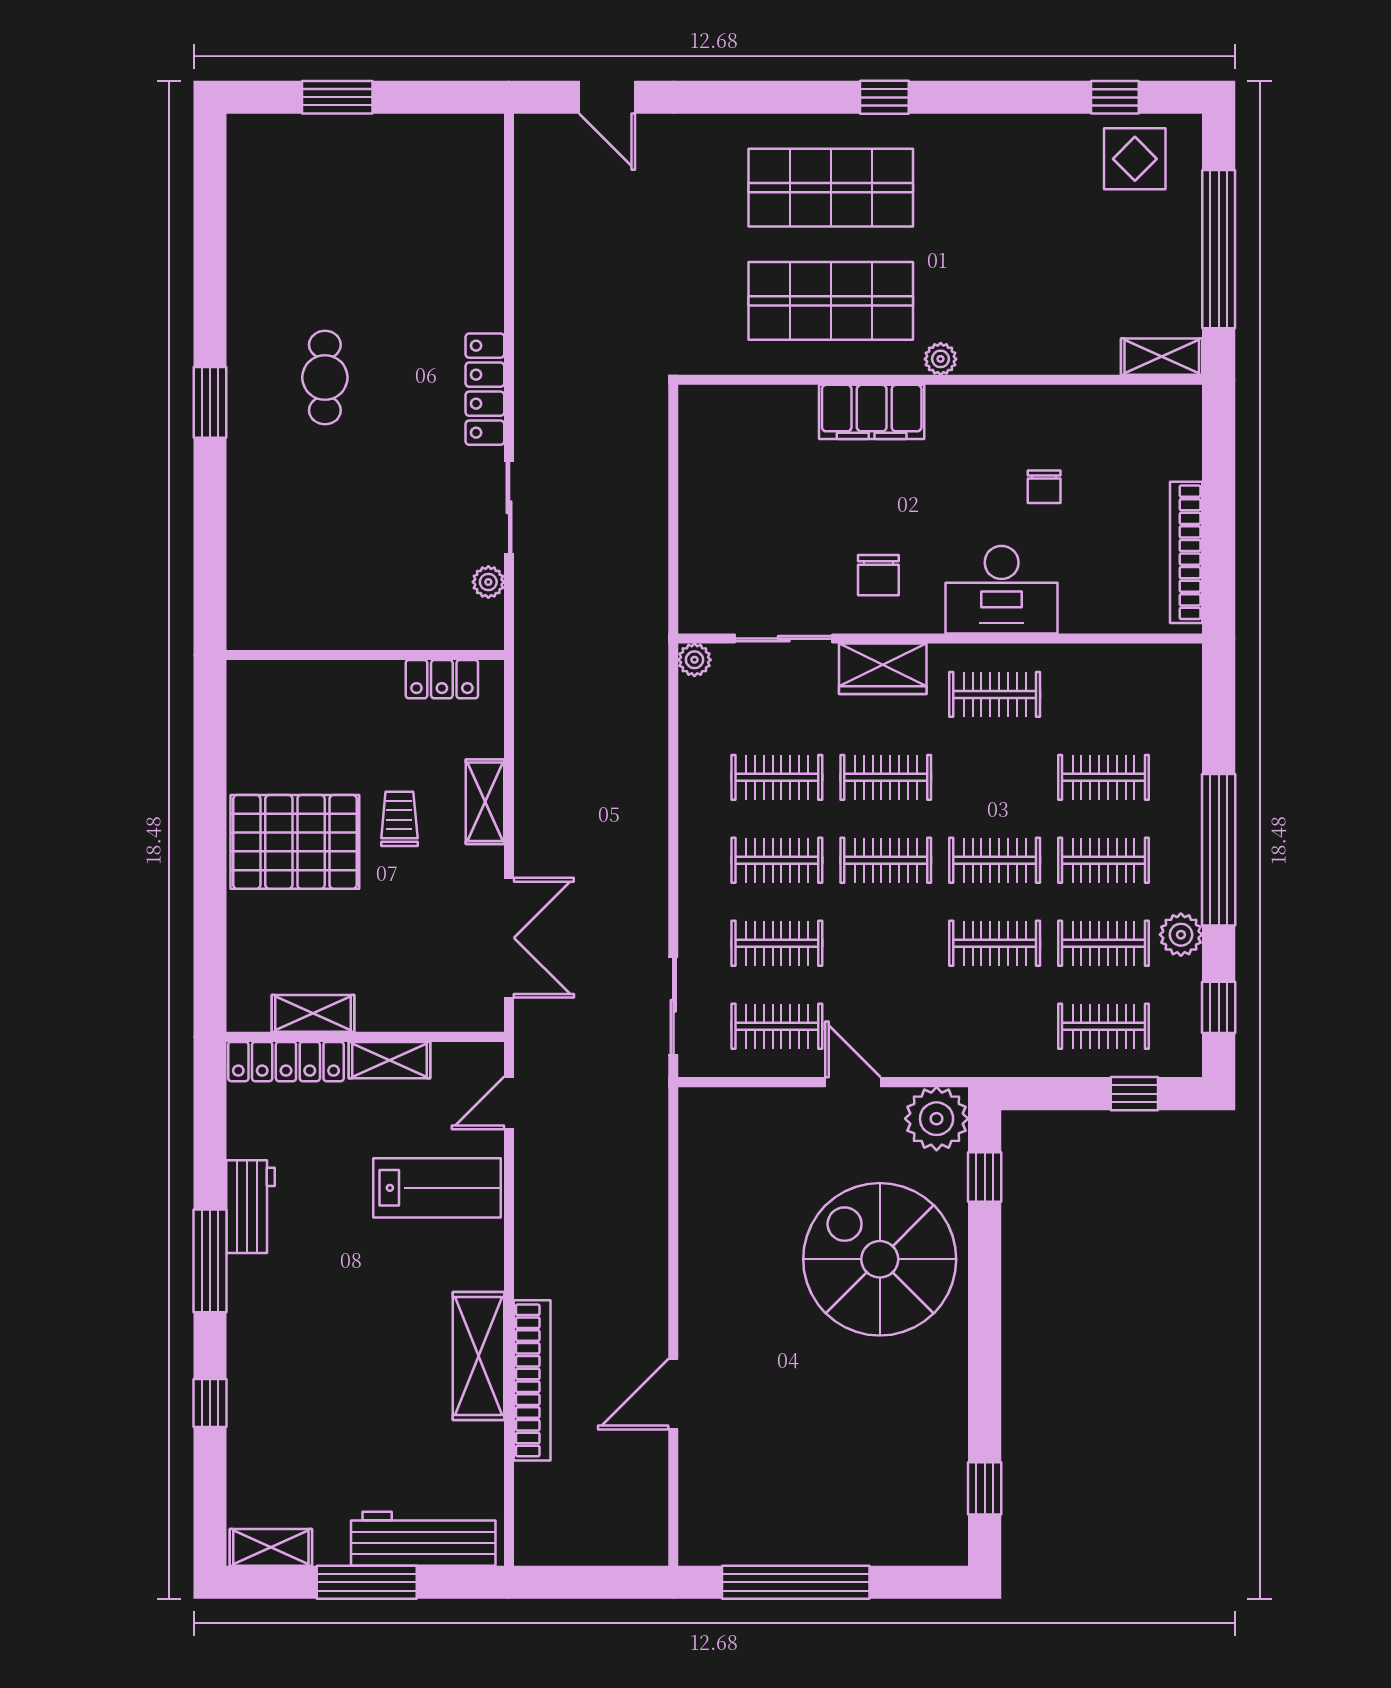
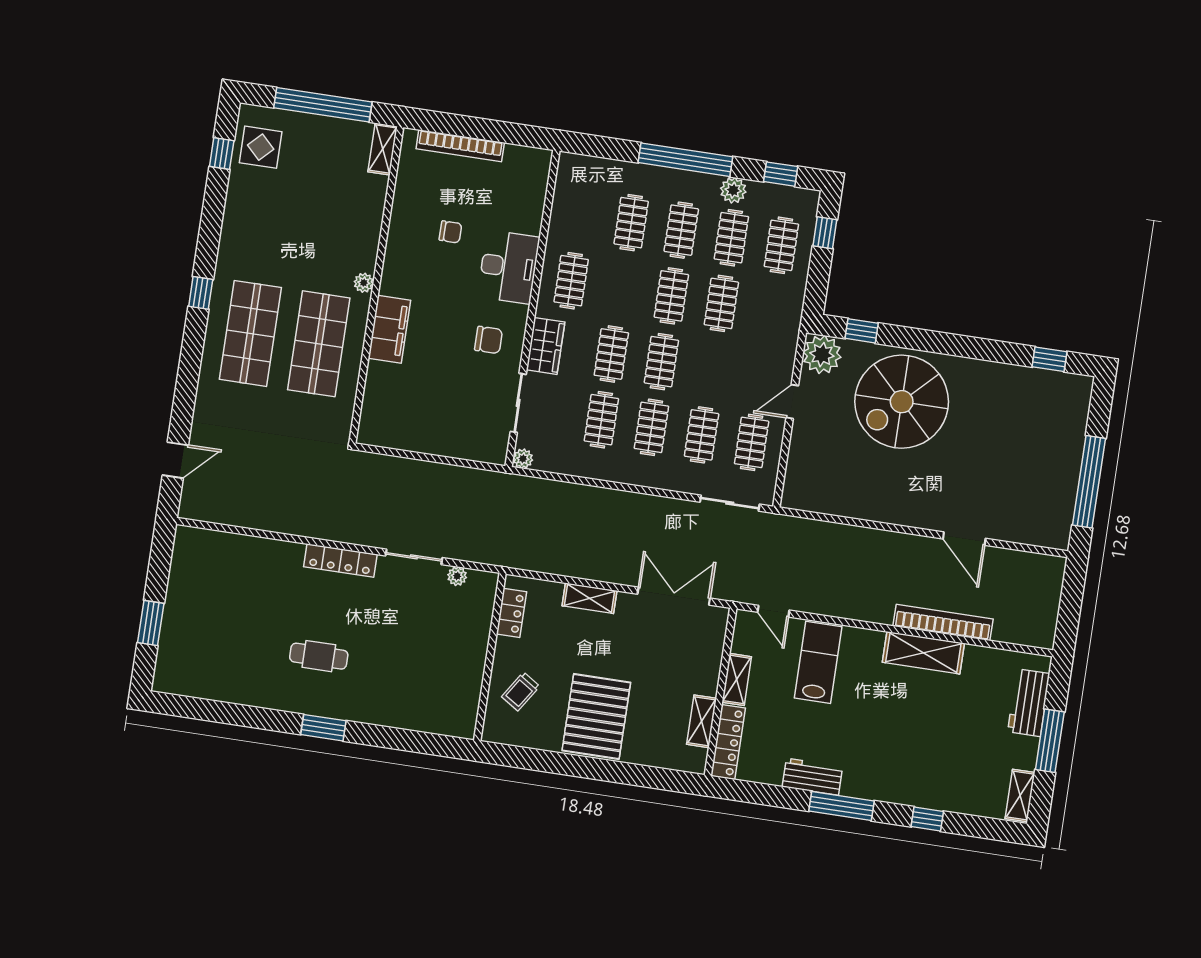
bookcase: (1186, 552) -> (460, 146), moved
trolley: (399, 819) -> (521, 691), moved, turned -57
workbench: (423, 1539) -> (1029, 703), width x0.73

